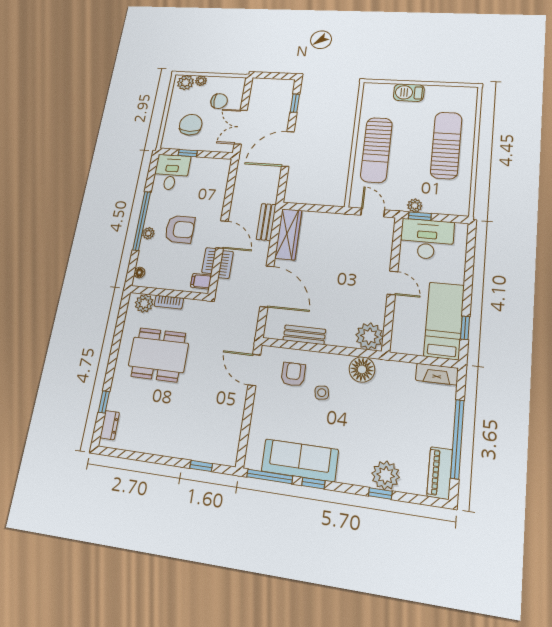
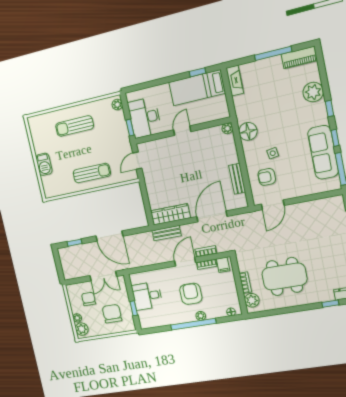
chair: (191, 125) -> (112, 314), turned 90
sun lounger: (446, 145) -> (75, 126), width x0.73, depth x0.75
sun lounger: (376, 150) -> (92, 173), width x0.73, depth x0.75
desk: (171, 172) -> (147, 296), moved
plant: (415, 206) -> (117, 105), moved
plant: (369, 336) -> (227, 128), width x0.53, depth x0.53
dining table: (158, 355) -> (284, 277), turned 90
window: (457, 439) -> (273, 53), width x0.68
window: (380, 494) -> (329, 109), moved

